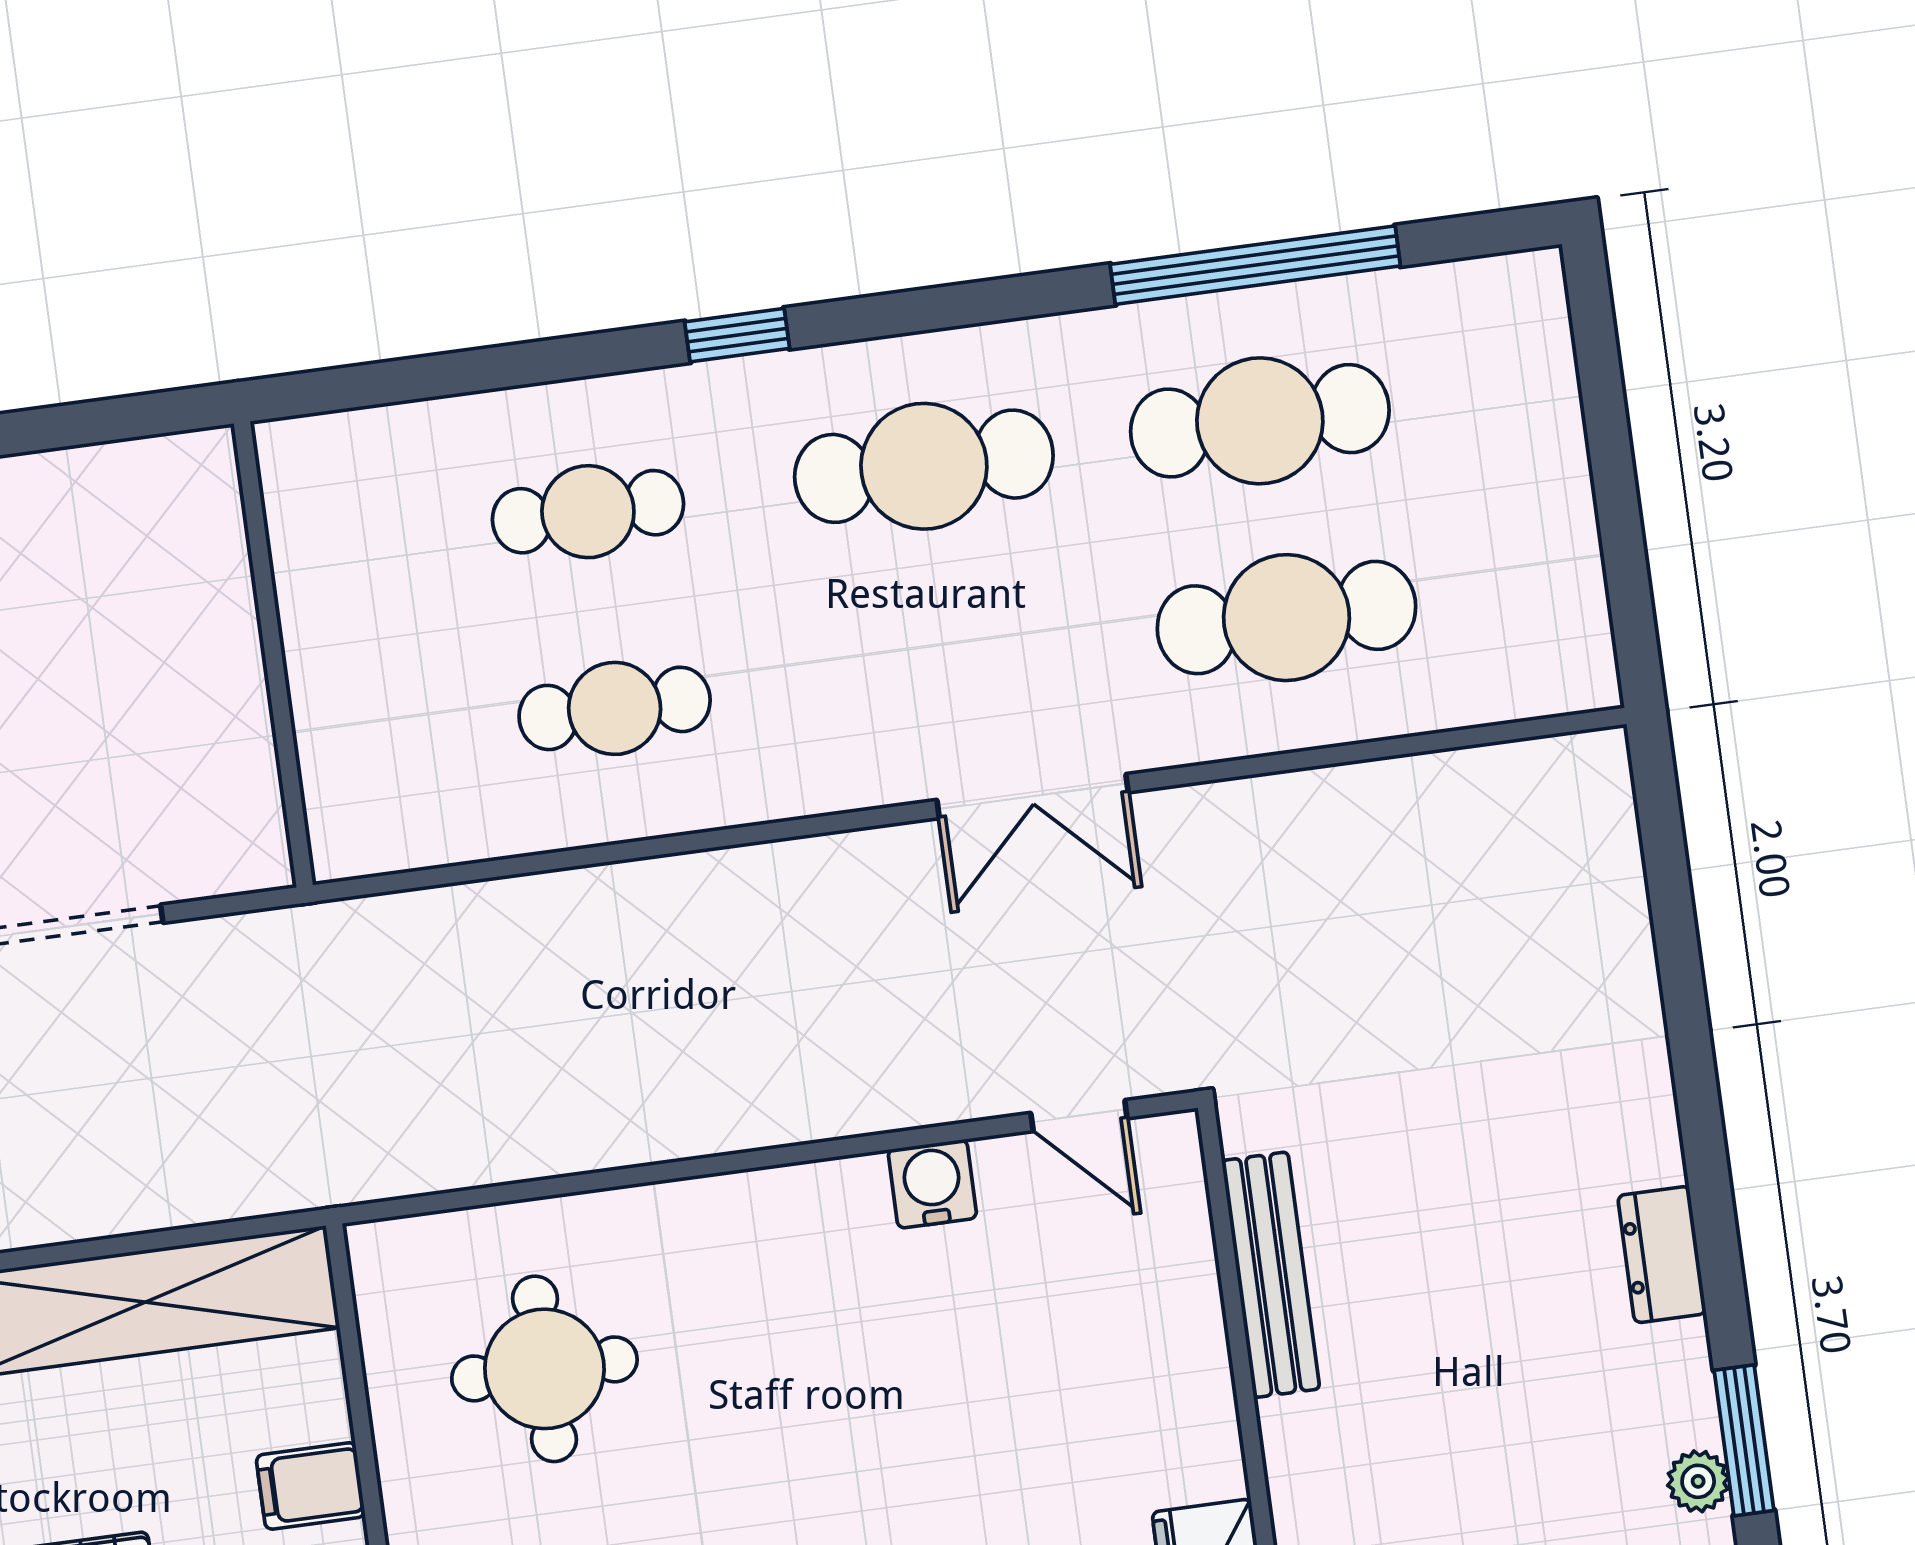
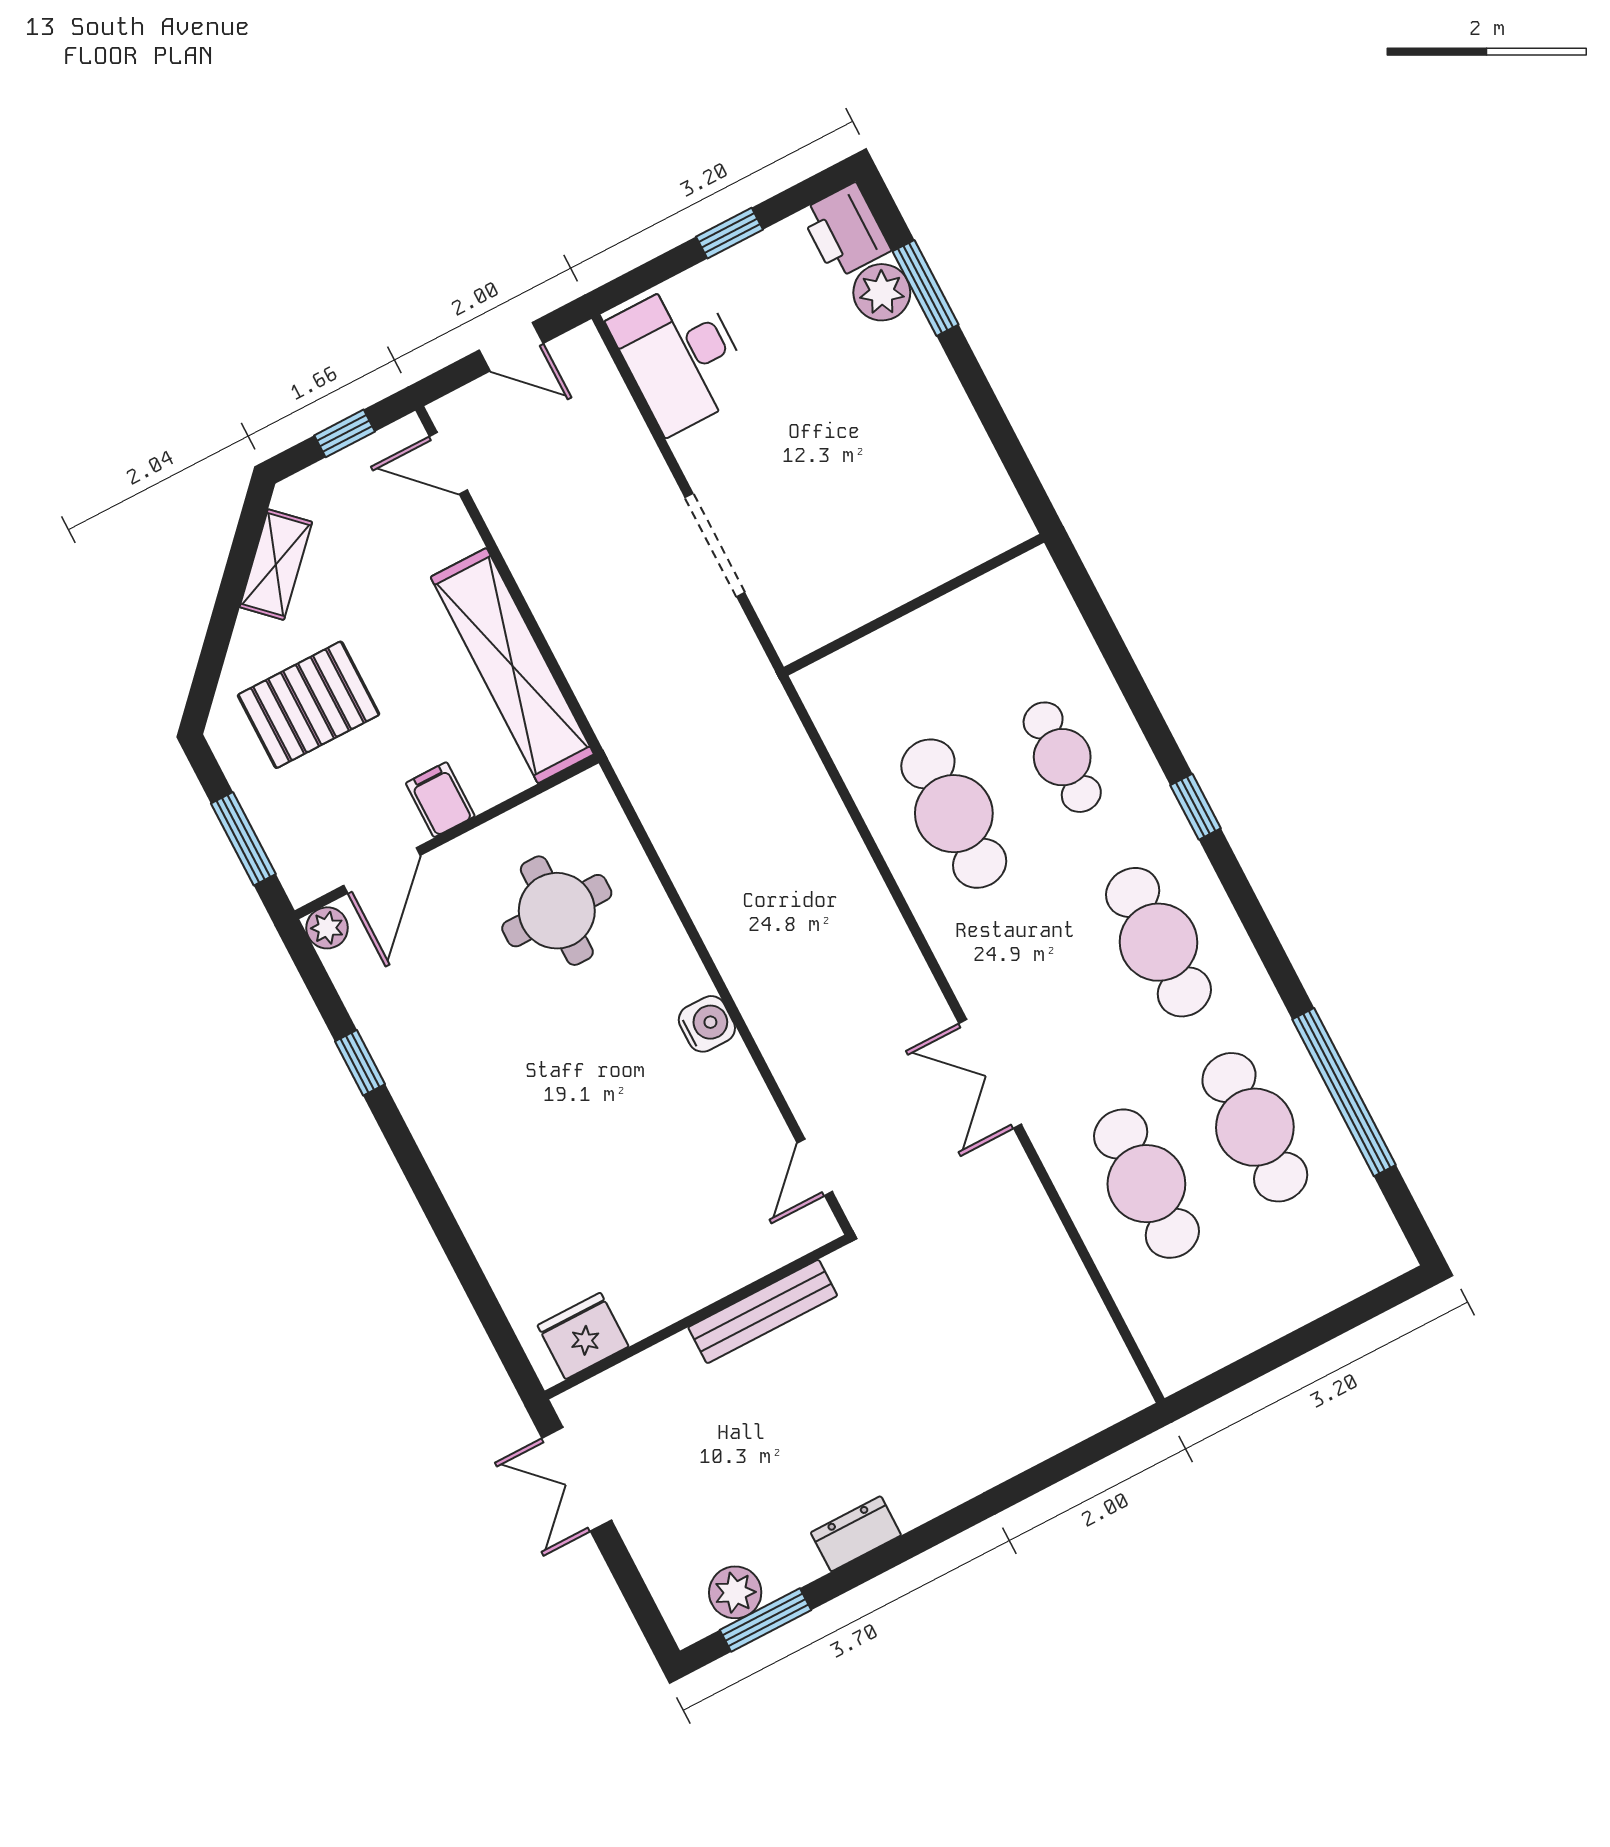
cafe table: (615, 708) -> (954, 814), width x1.37, depth x1.35
water cooler: (932, 1184) -> (707, 1024), moved
plant: (1698, 1481) -> (735, 1592), width x1.38, depth x1.38

